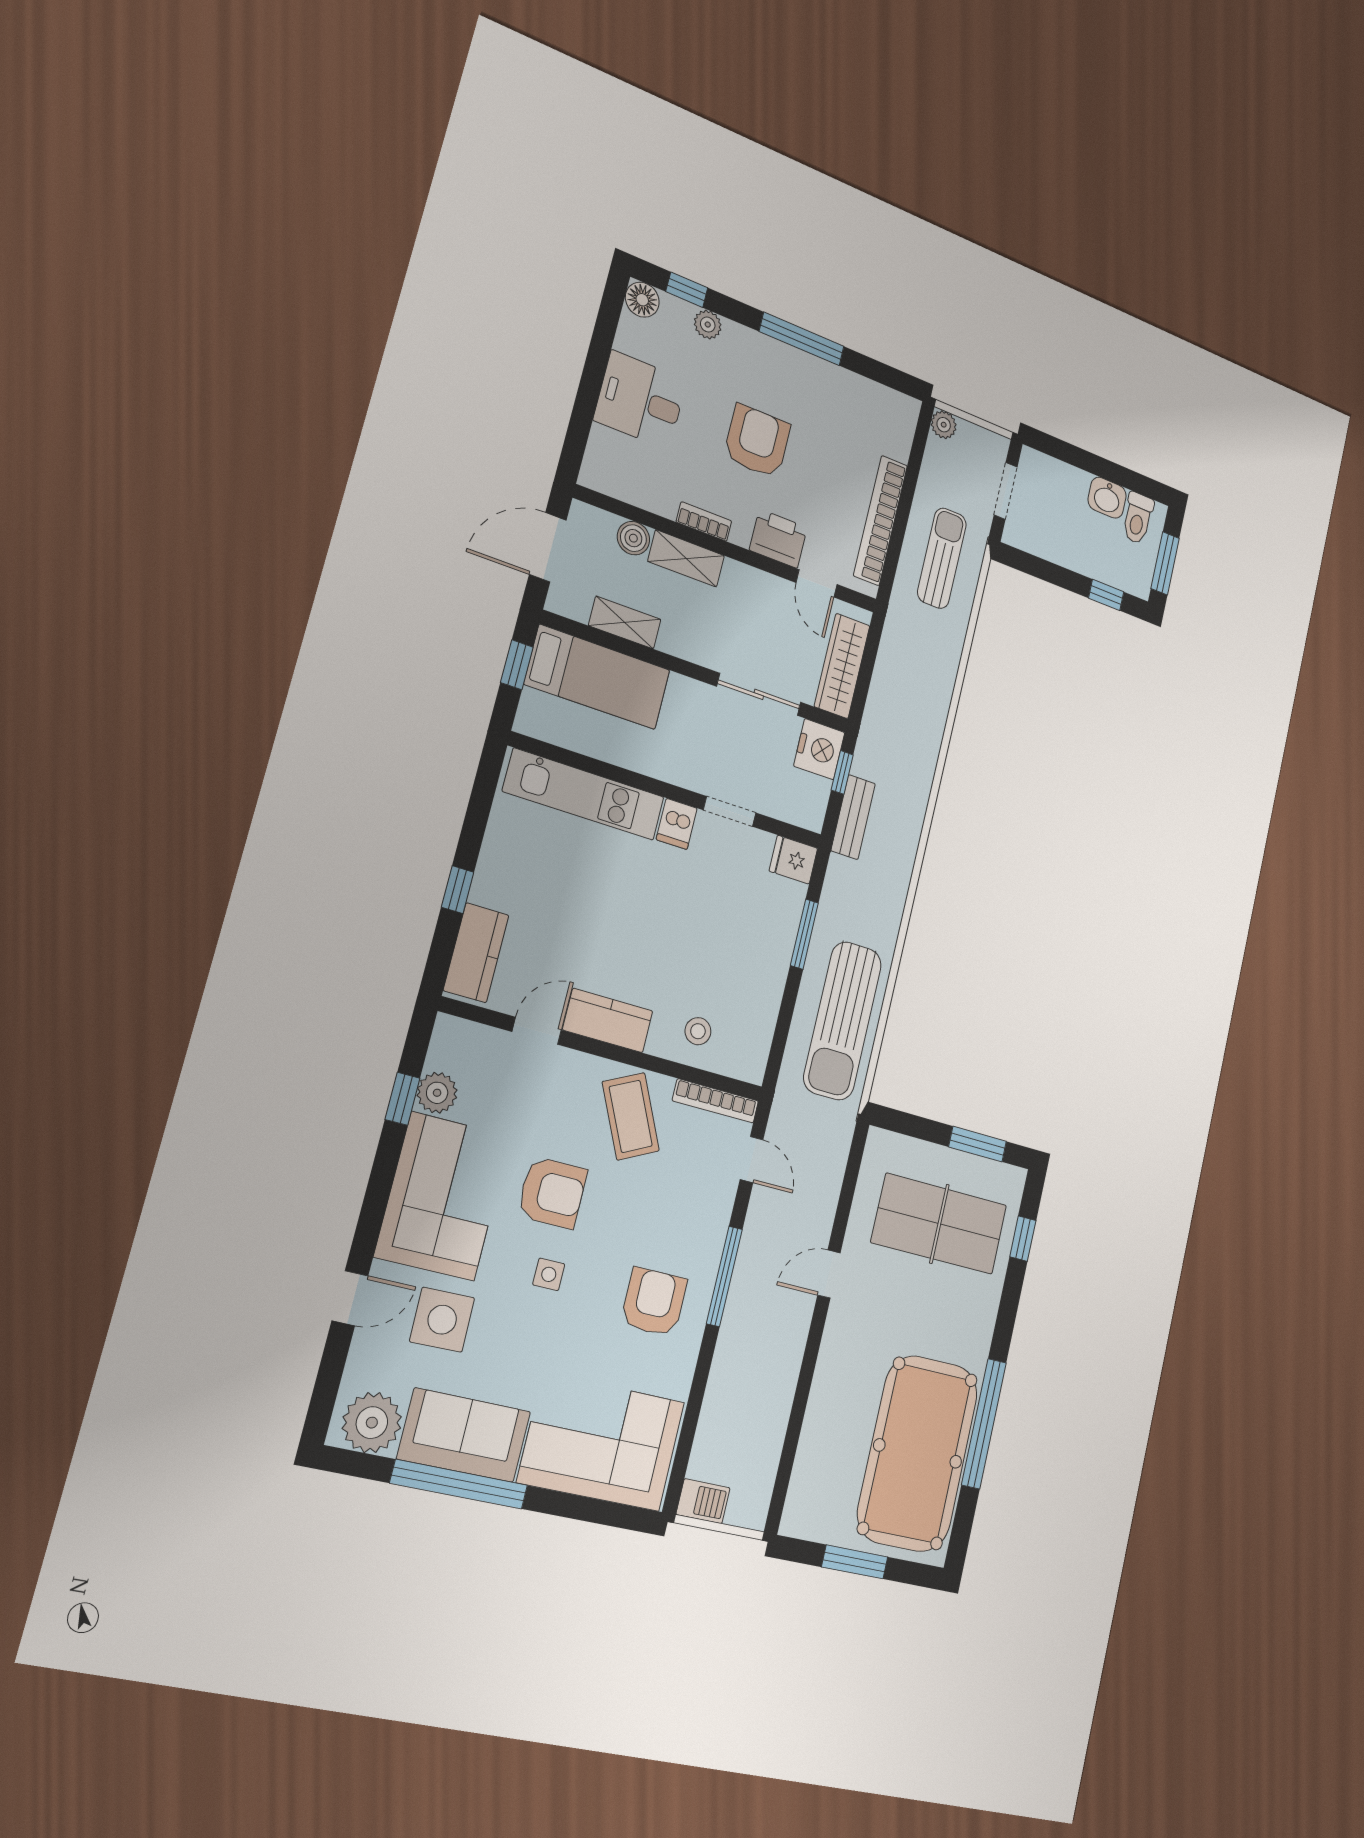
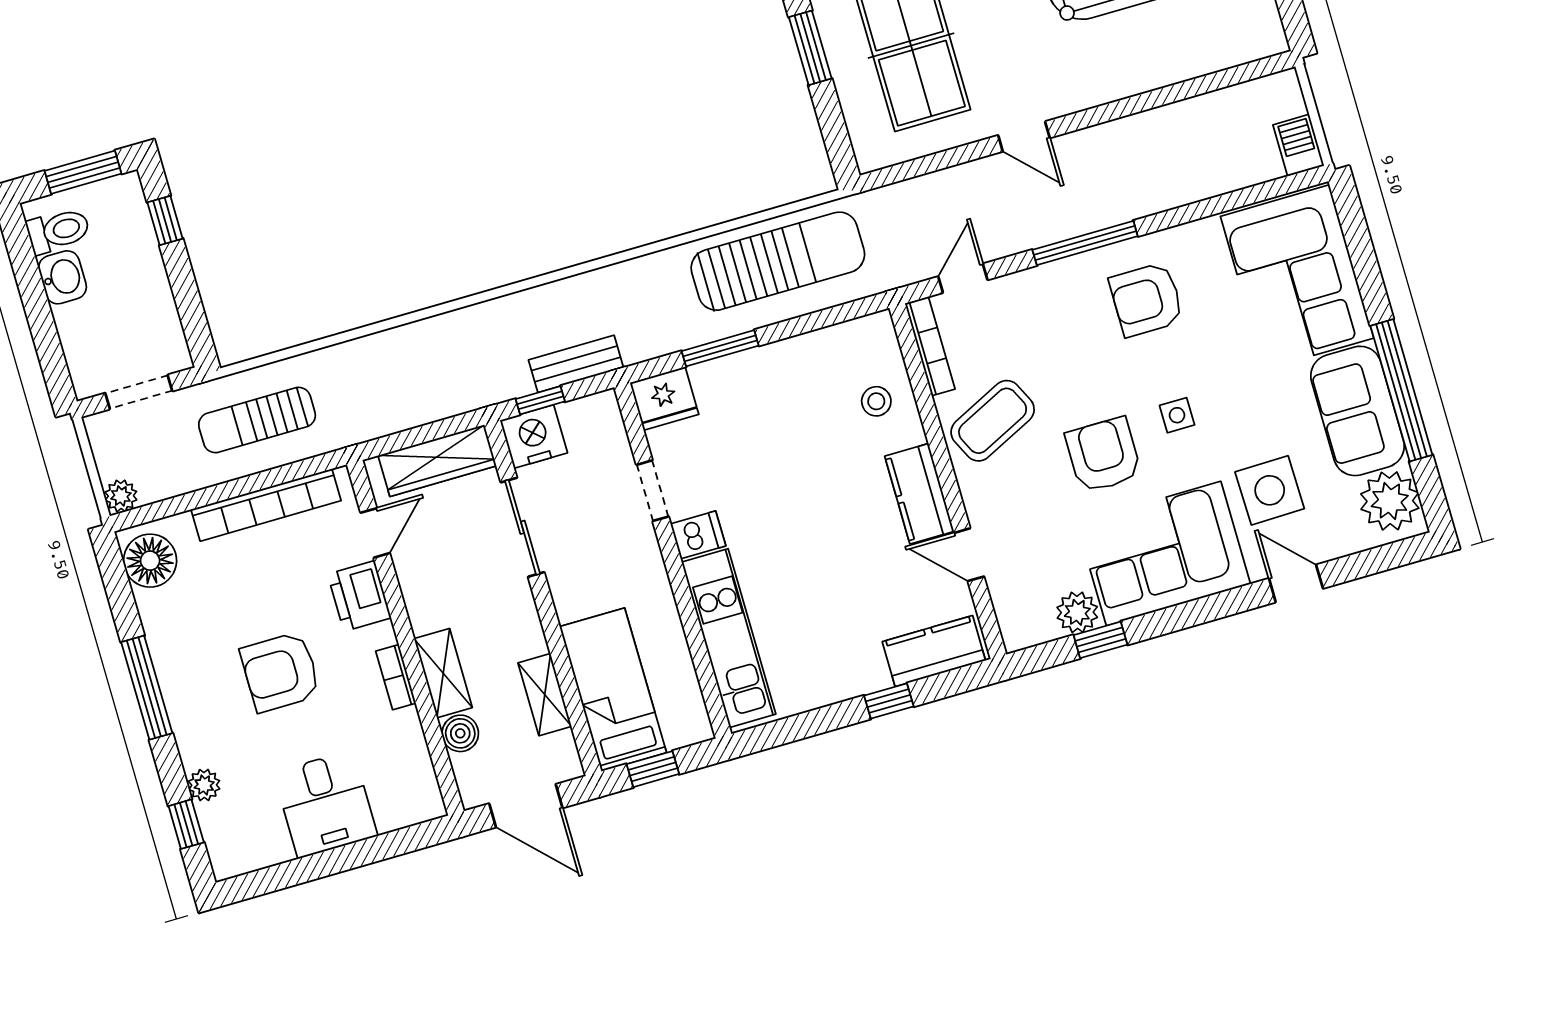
floor lamp: (642, 300) -> (150, 561), moved, width x1.38, depth x1.38
fridge: (793, 860) -> (664, 399), width x1.38

